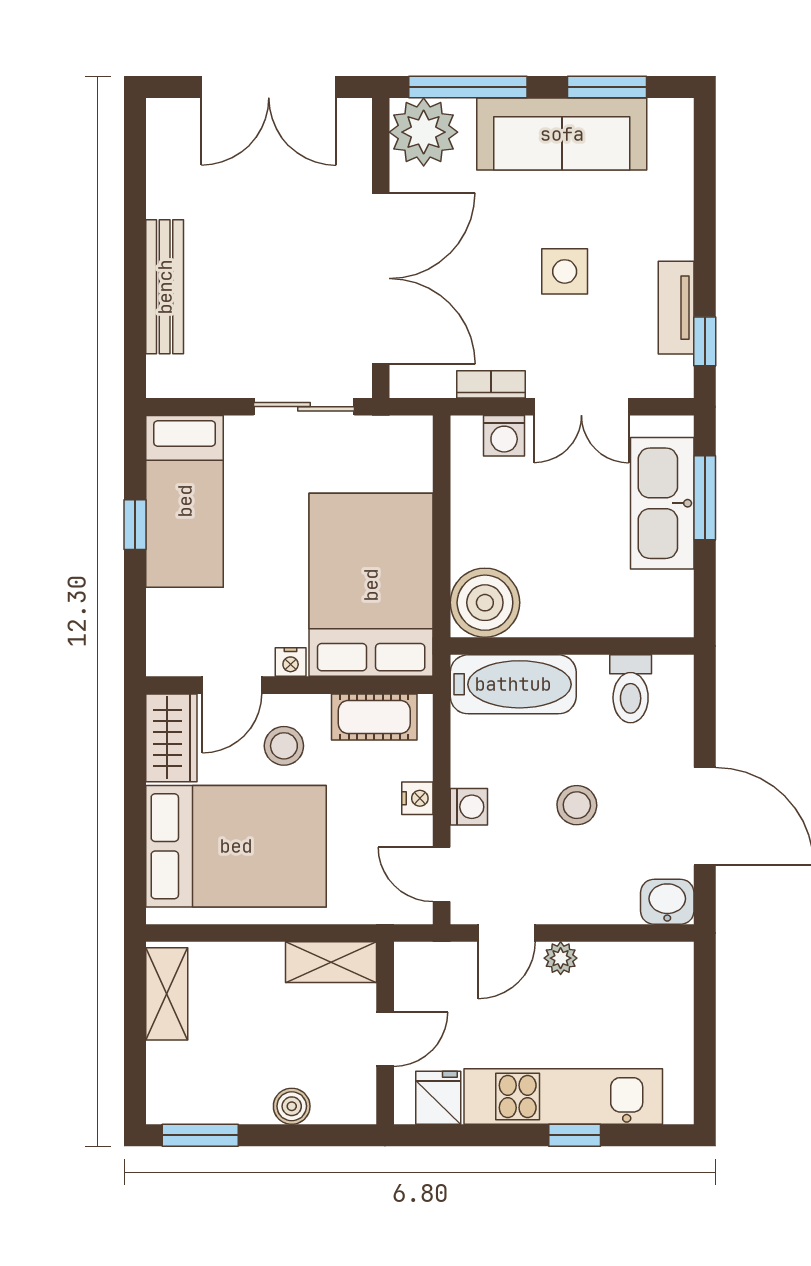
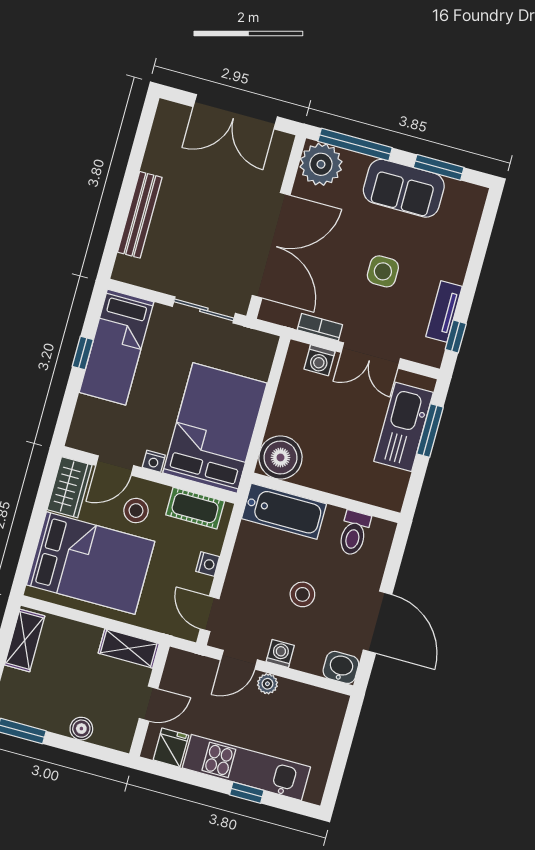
sofa: (562, 134) -> (404, 188), width x0.73
washing machine: (469, 807) -> (280, 653), moved, turned -90

